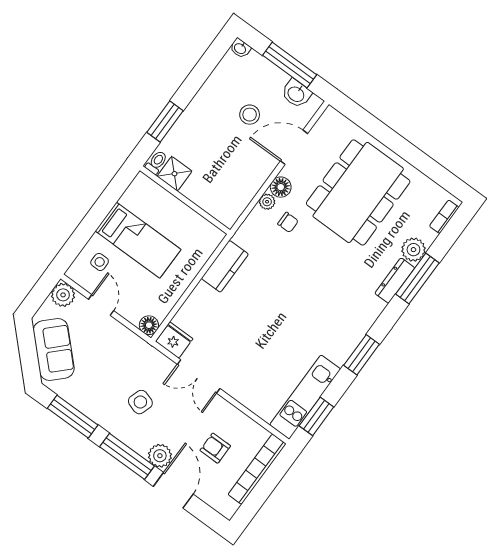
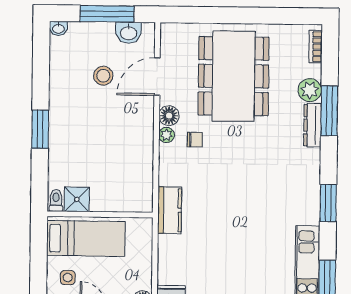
toilet: (156, 162) -> (56, 200), moved
shower: (174, 174) -> (77, 199), moved
wall: (185, 200) -> (100, 214), moved

